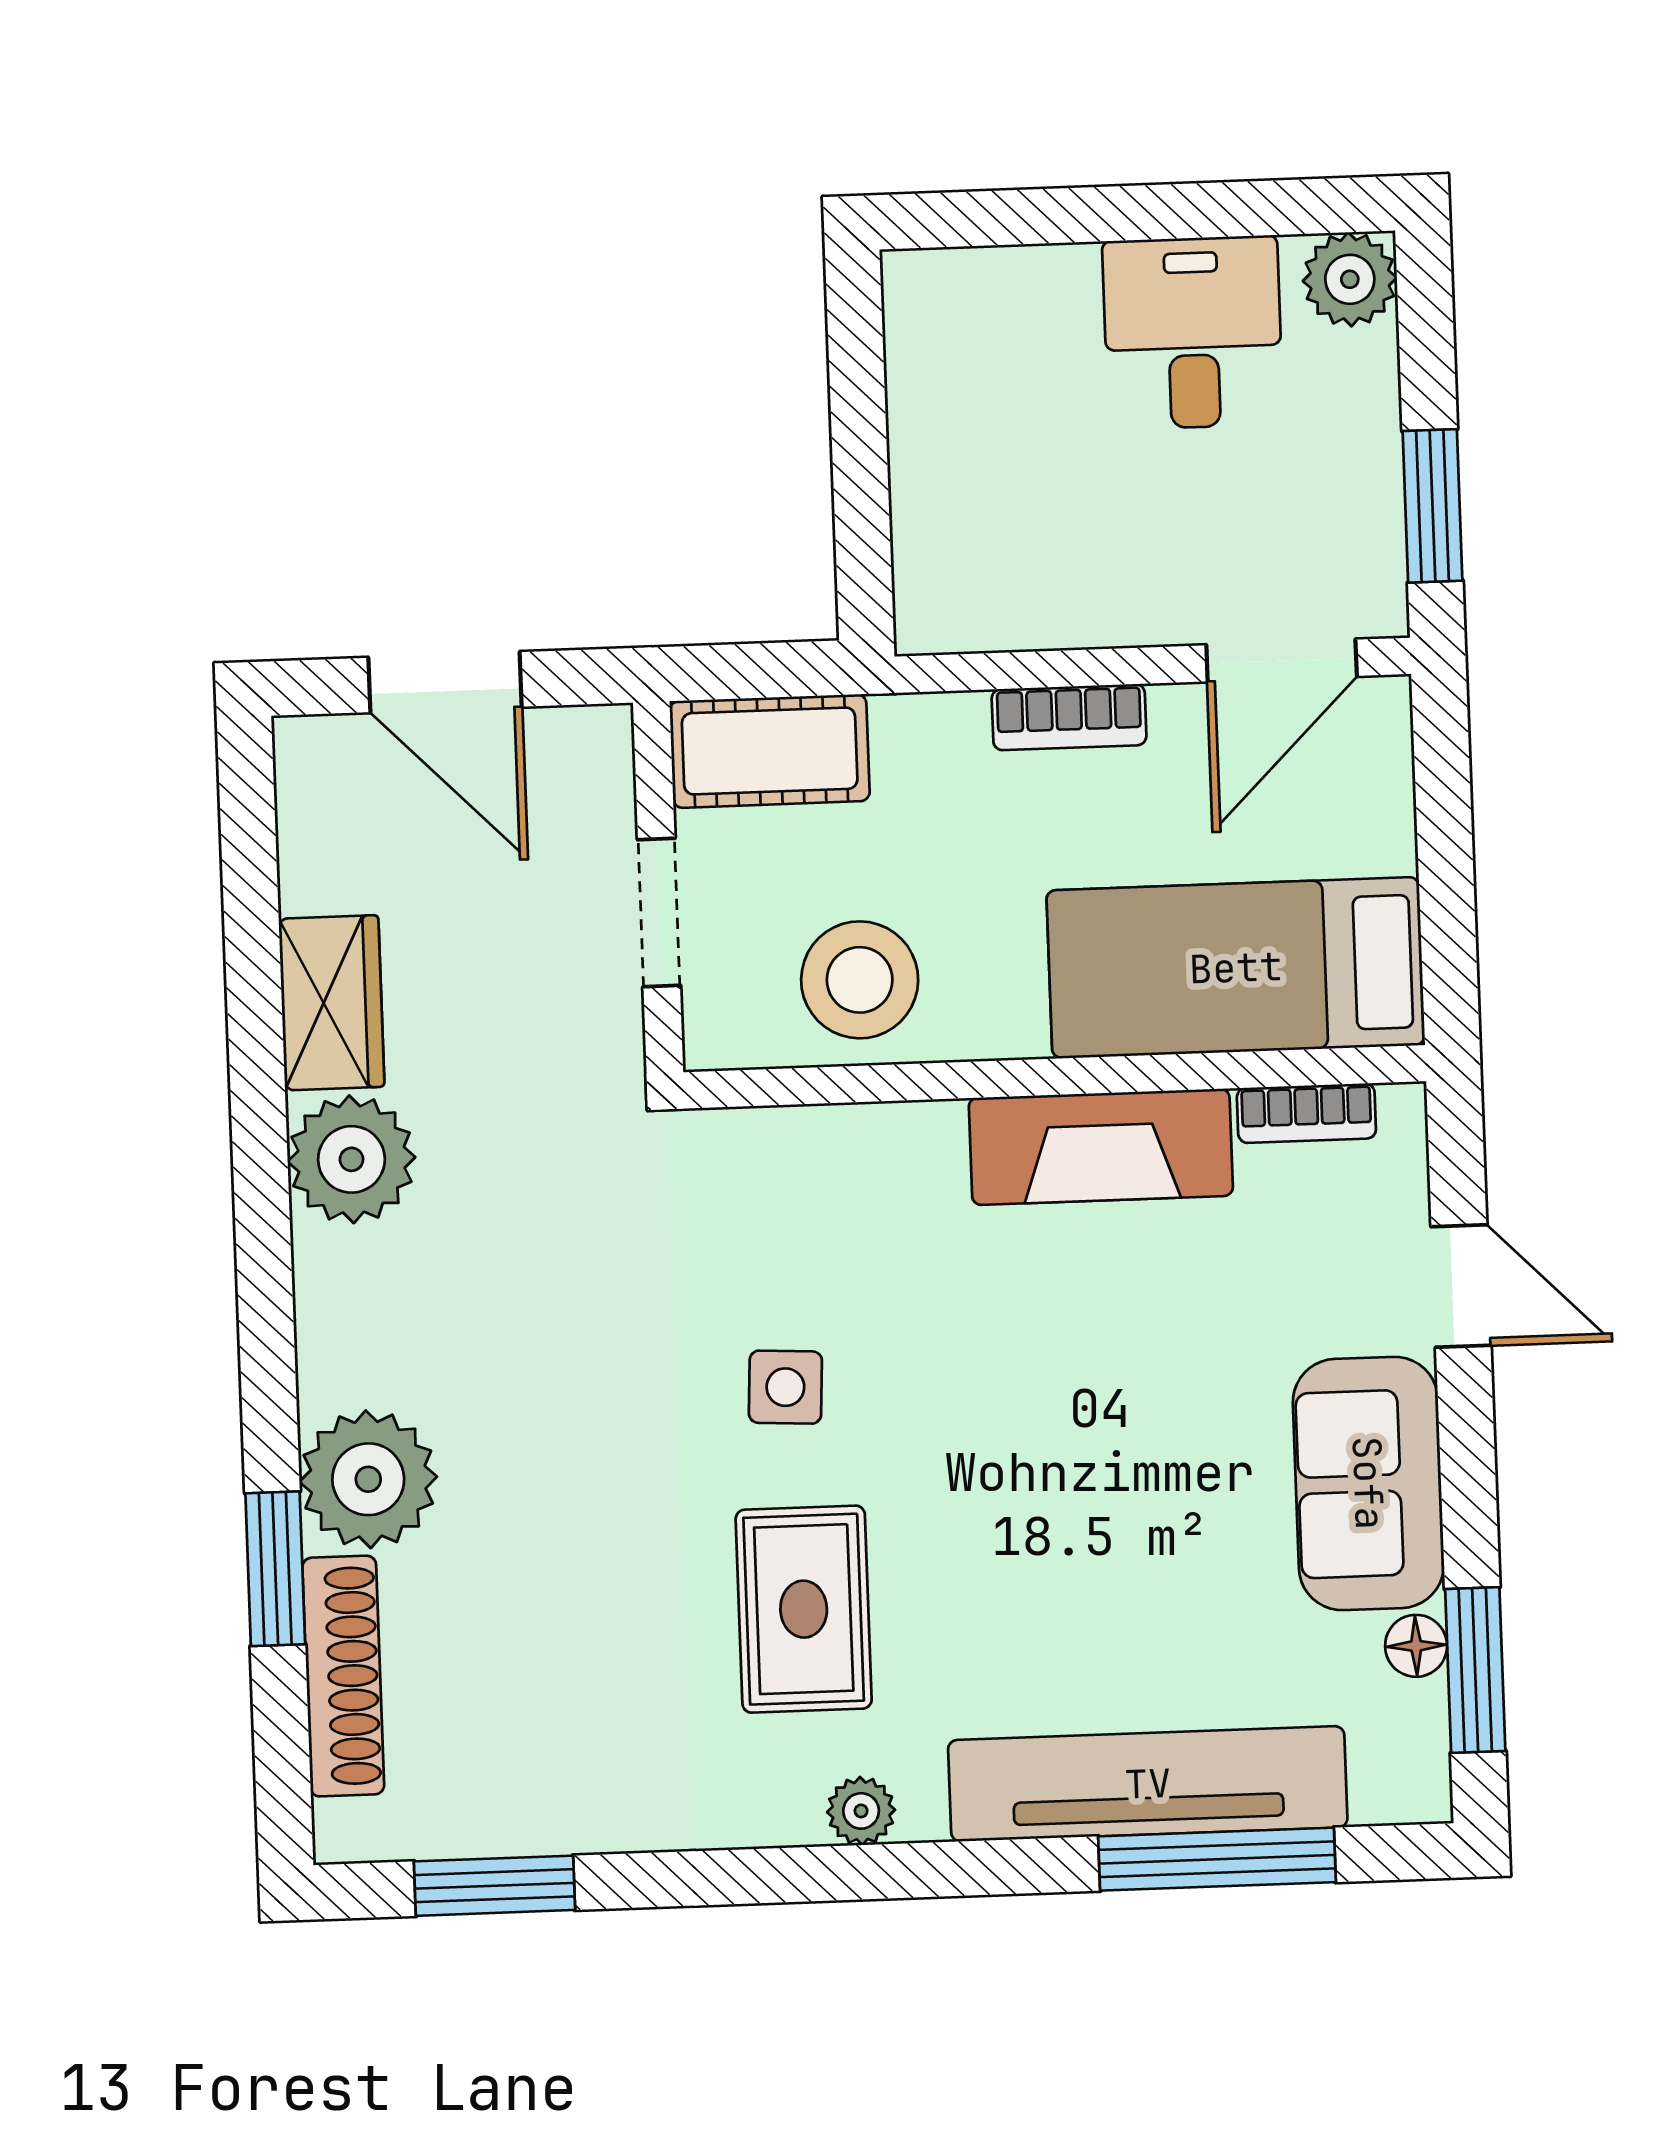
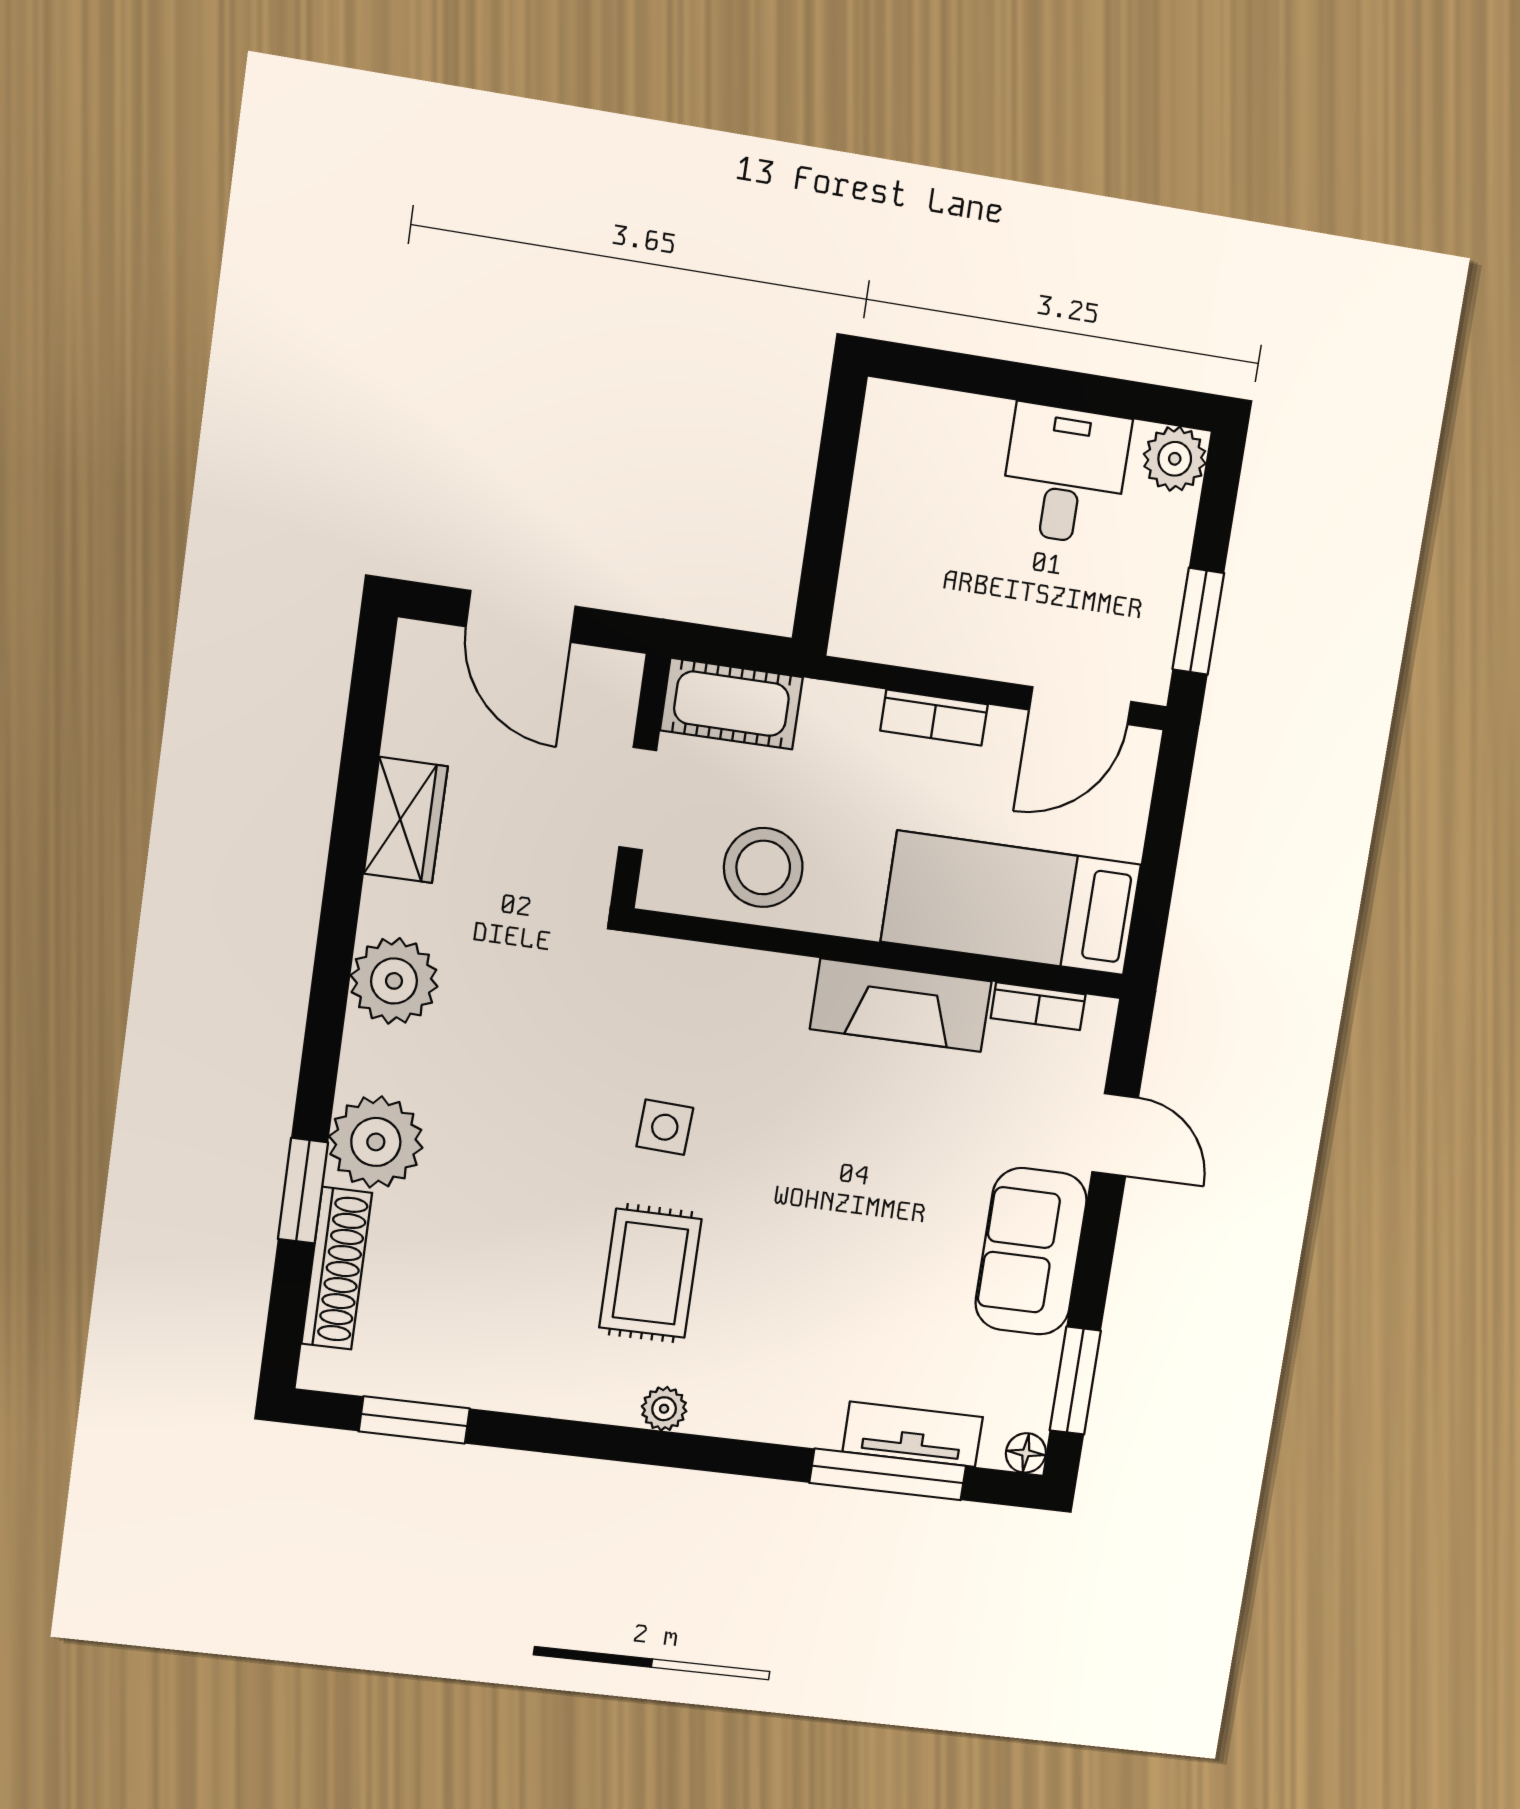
plant: (351, 1159) -> (394, 981), moved
floor lamp: (1416, 1646) -> (1026, 1453), moved
tv unit: (1148, 1784) -> (913, 1434), width x0.52, depth x0.78

